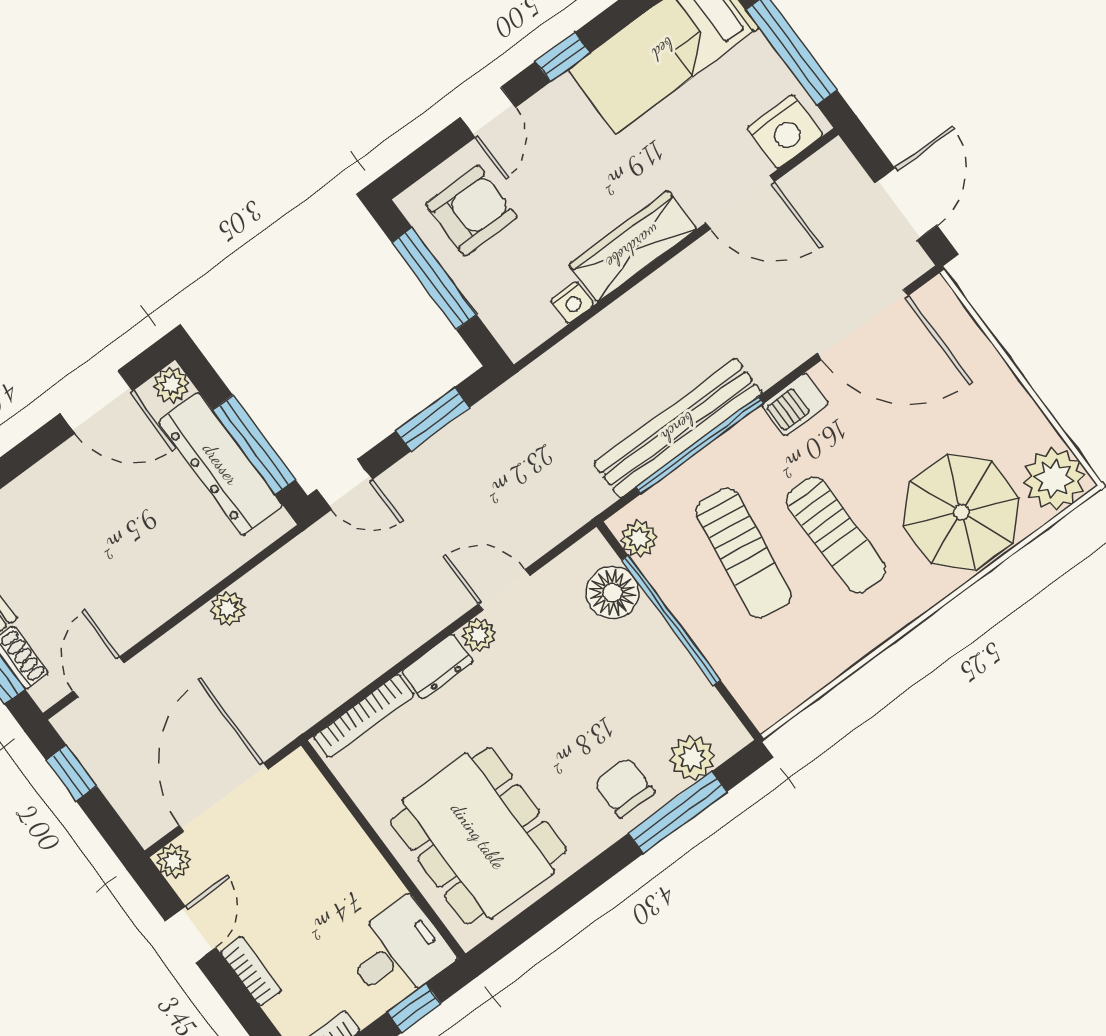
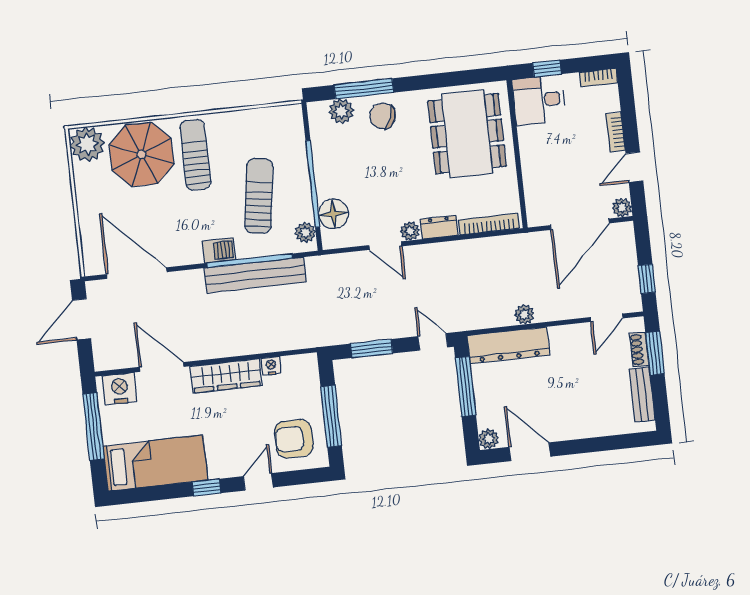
barbecue: (795, 404) -> (219, 250), moved
dresser: (221, 464) -> (508, 345), moved, turned 90
sun lounger: (836, 535) -> (195, 155), moved
chair: (624, 788) -> (383, 116), turned 110

